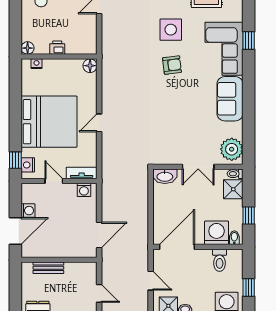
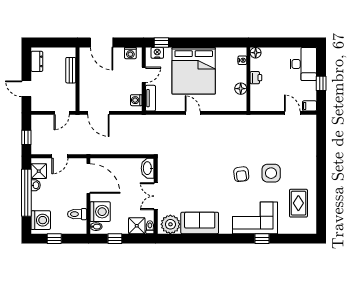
floor lamp: (90, 66) -> (241, 89), moved
sofa: (230, 99) -> (200, 223), moved
washing machine: (28, 211) -> (130, 53), moved
door: (99, 293) -> (62, 113), moved

